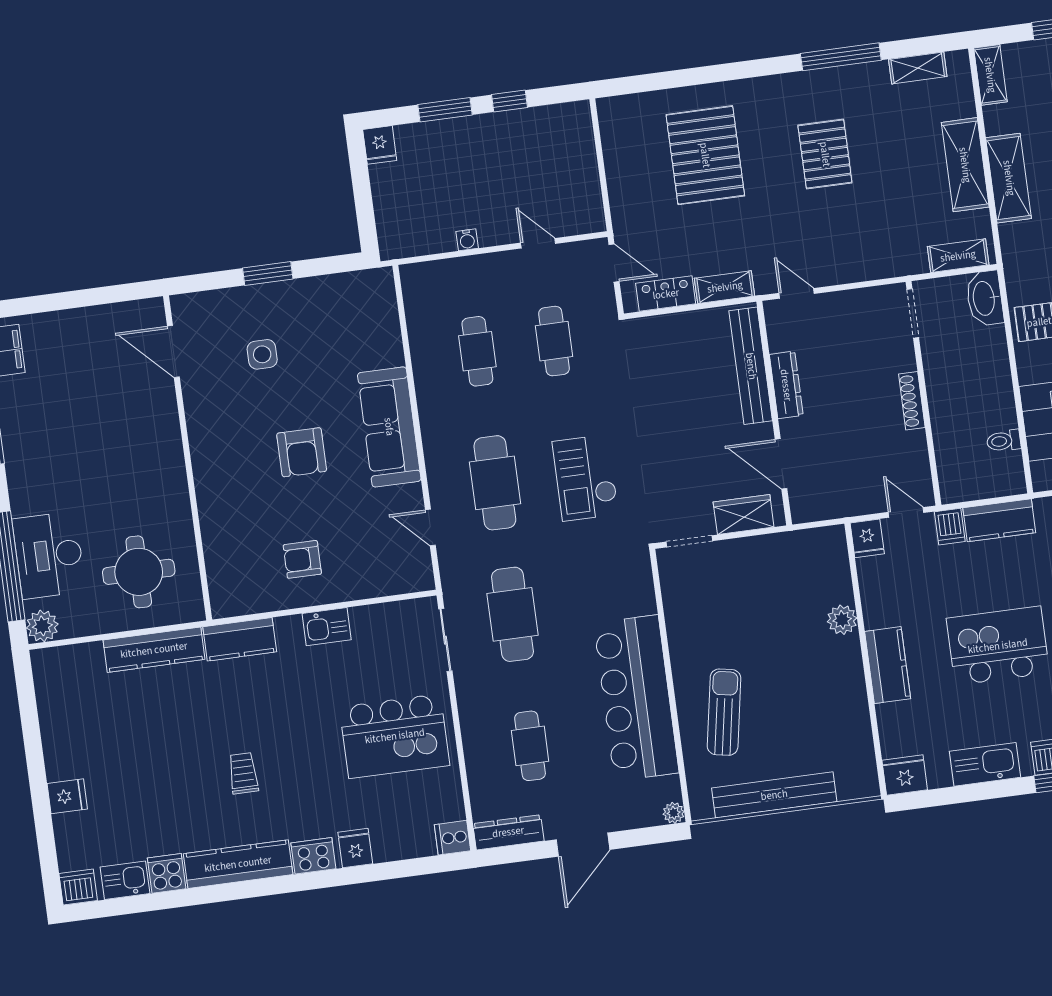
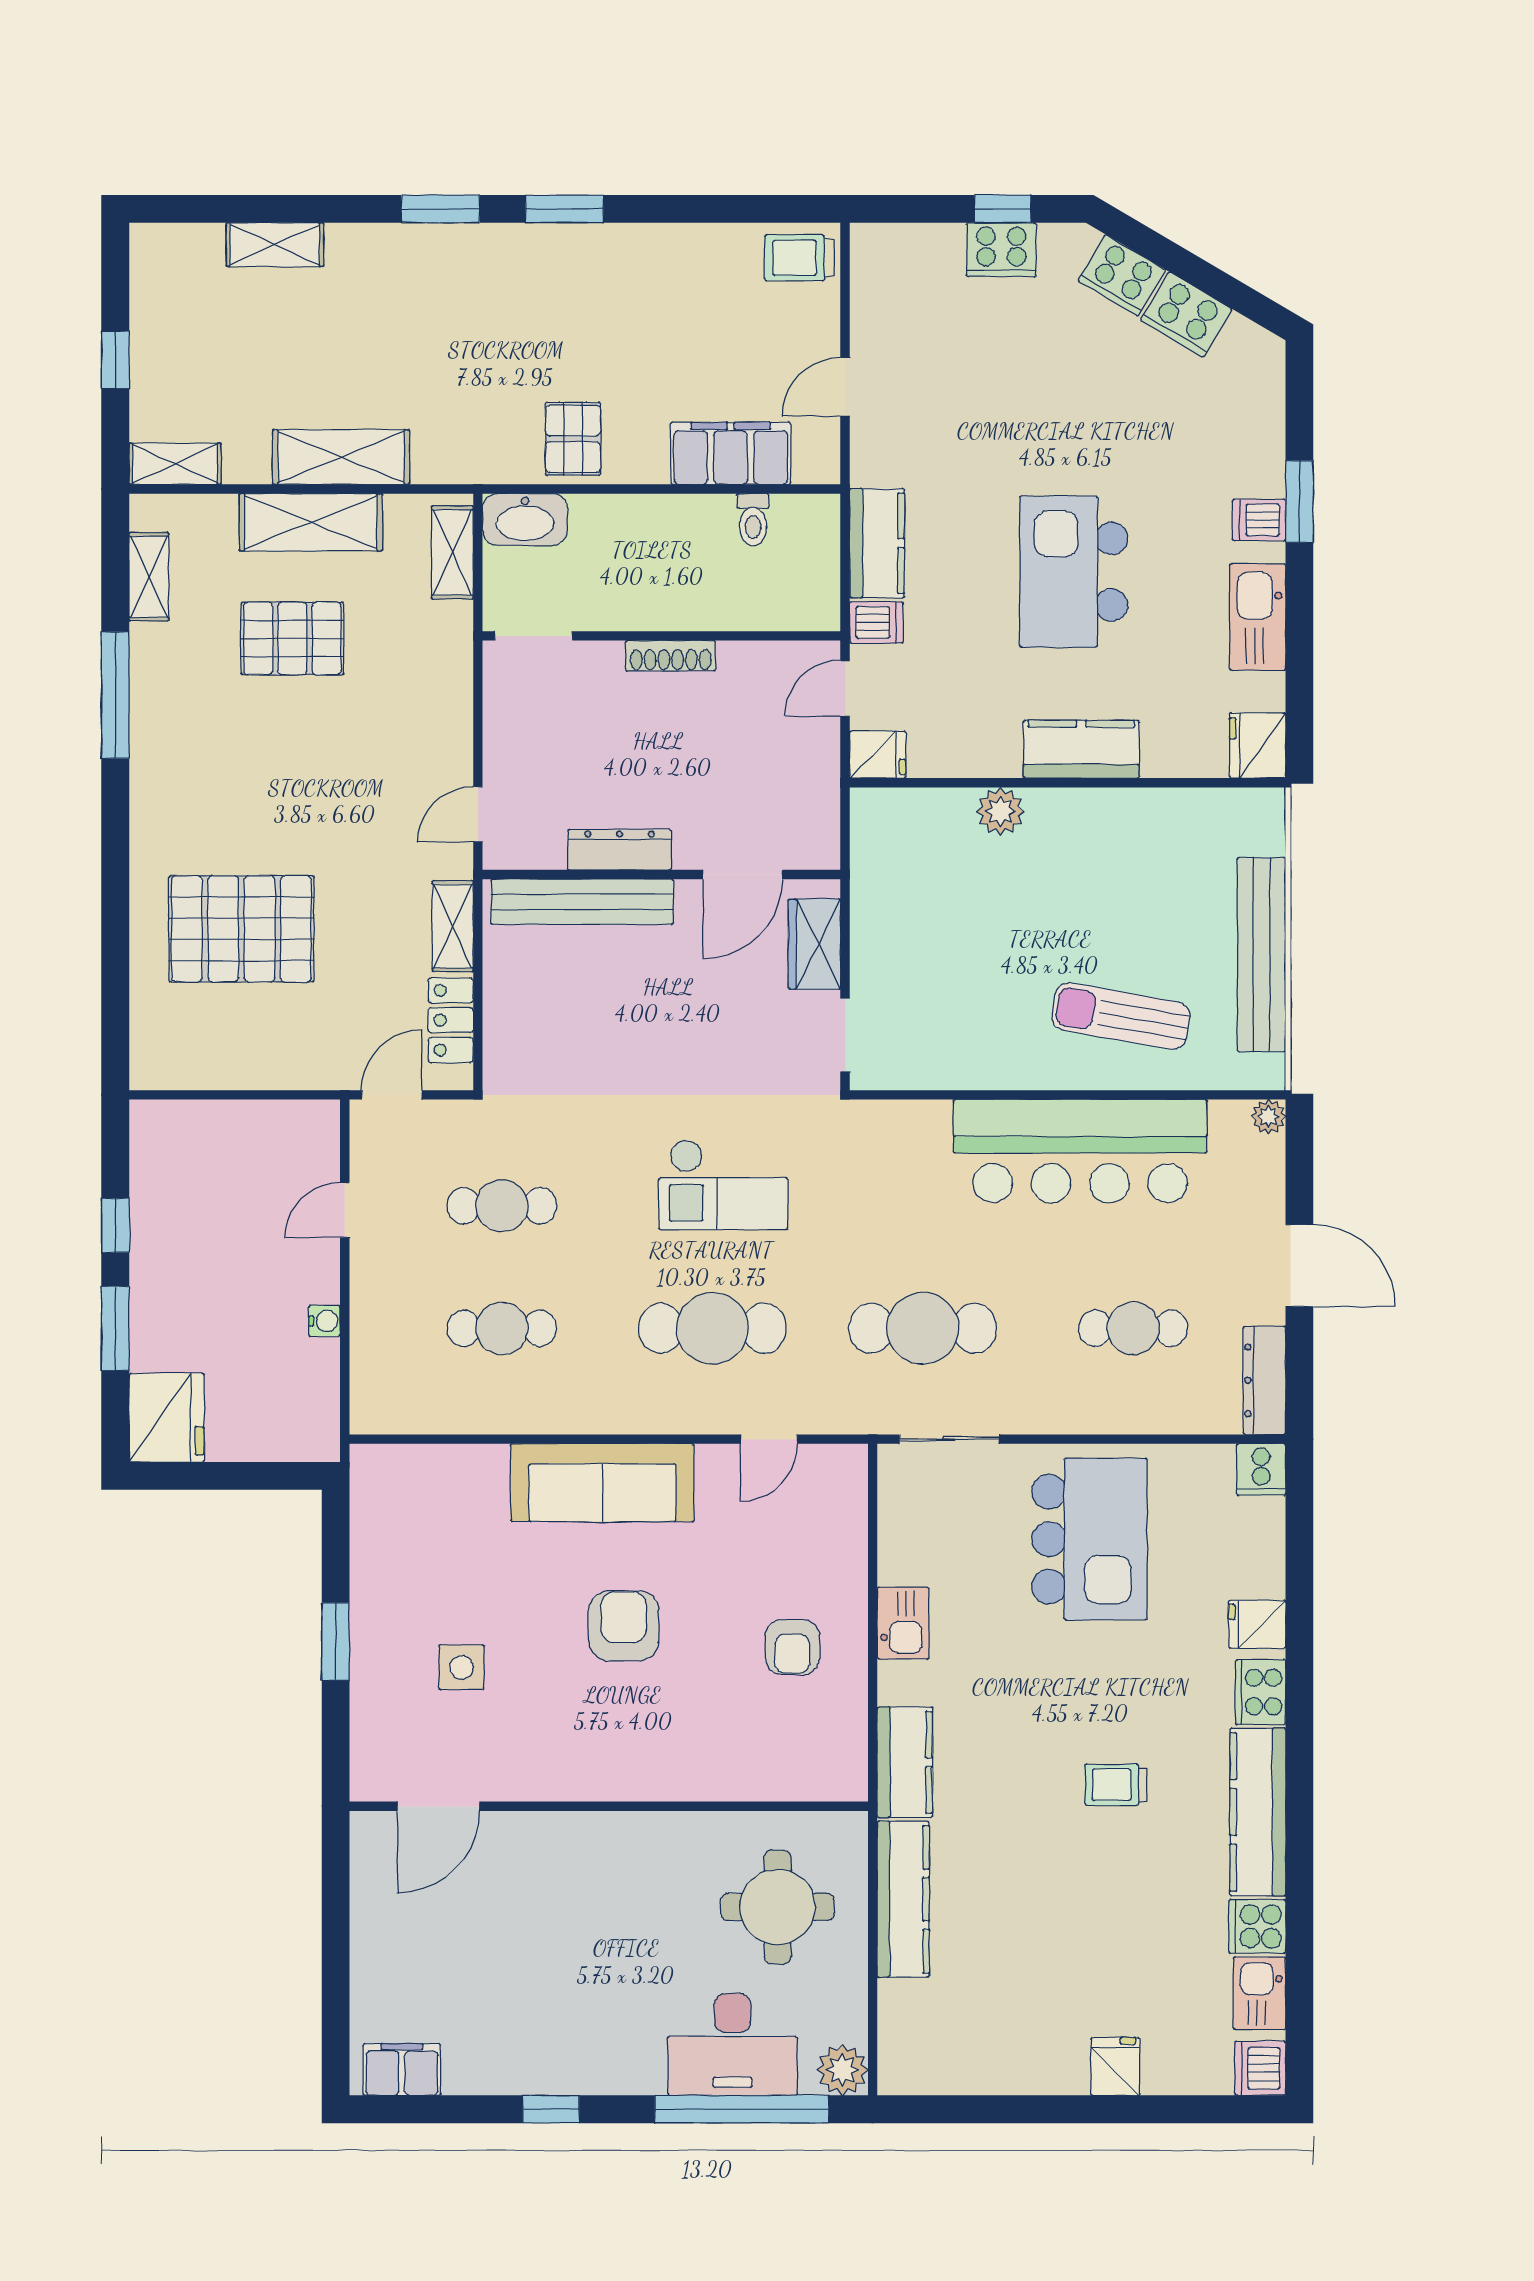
fridge: (380, 145) -> (167, 1418), width x1.88, depth x1.34
pallet: (825, 154) -> (292, 638), moved
armchair: (302, 452) -> (624, 1626), turned -90

